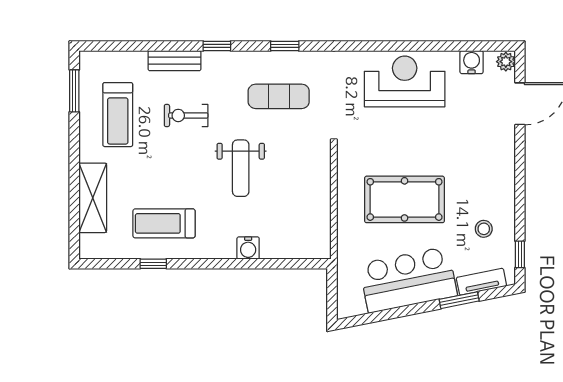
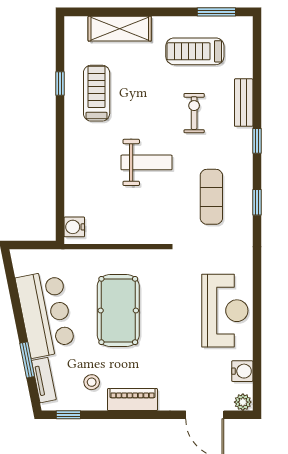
weight bench: (241, 168) -> (146, 162), turned 180
piano: (503, 184) -> (132, 400), added
water cooler: (248, 248) -> (74, 227), moved

